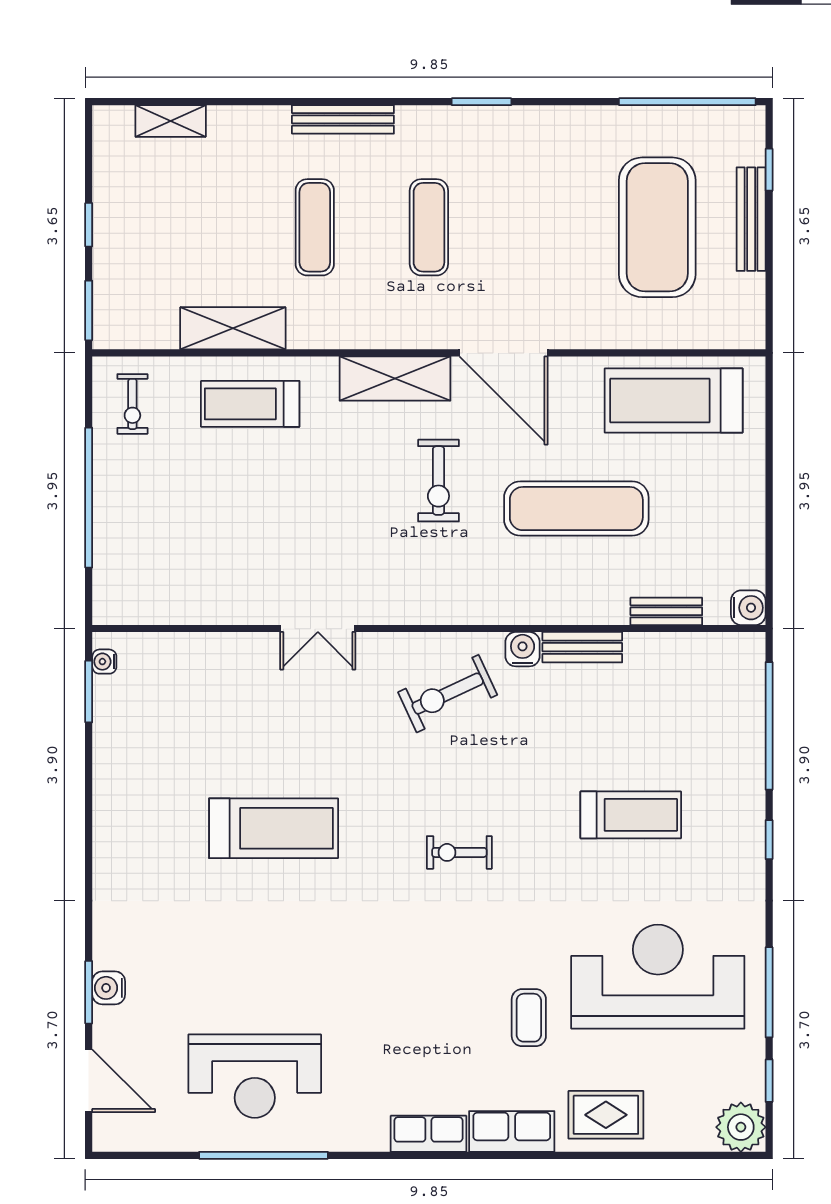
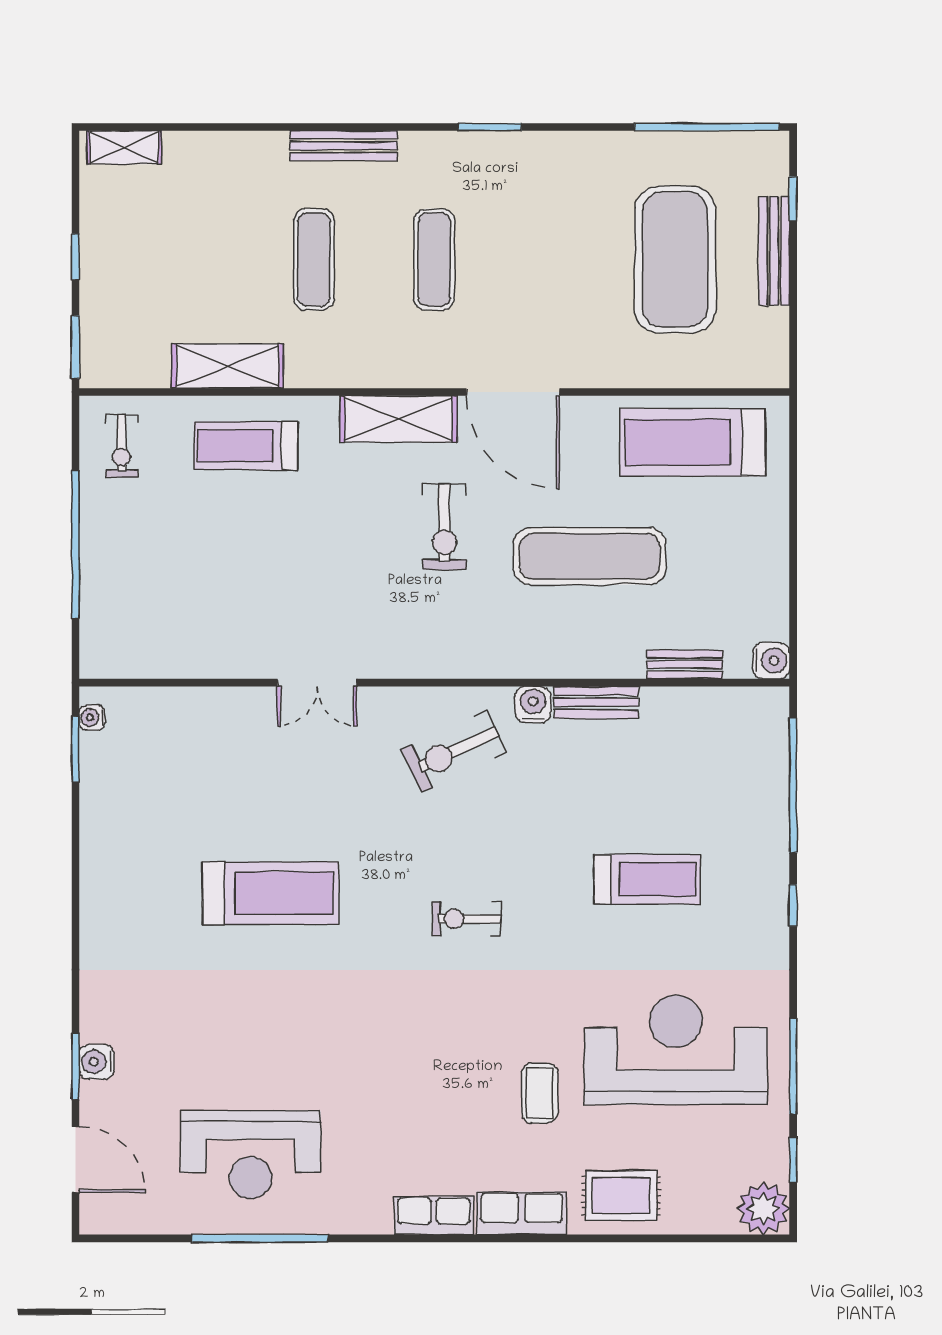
shelving: (171, 121) -> (124, 147), moved

